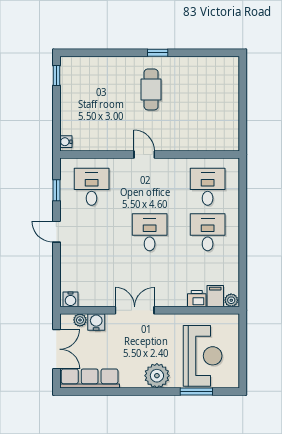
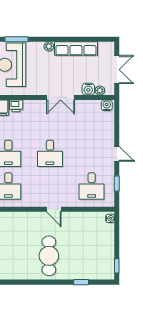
window: (158, 53) -> (81, 282), moved
cafe table: (151, 89) -> (49, 256), width x1.37, depth x1.35
double door: (56, 349) -> (117, 70), swing flipped
plant: (157, 376) -> (49, 46), width x0.53, depth x0.53
row of seats: (90, 378) -> (76, 49), moved

